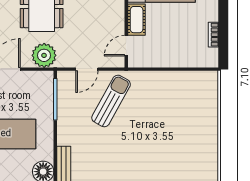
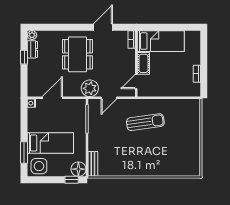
plant: (44, 55) -> (90, 88), moved
sun lounger: (111, 101) -> (145, 122), moved, turned 53

